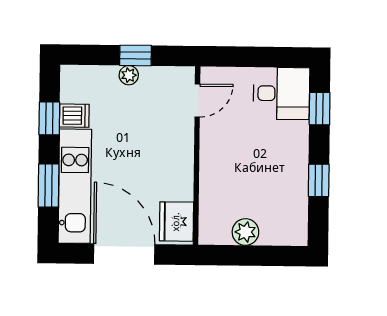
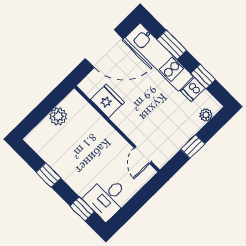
plant: (129, 75) -> (206, 115), moved
fridge: (176, 222) -> (107, 101), moved

